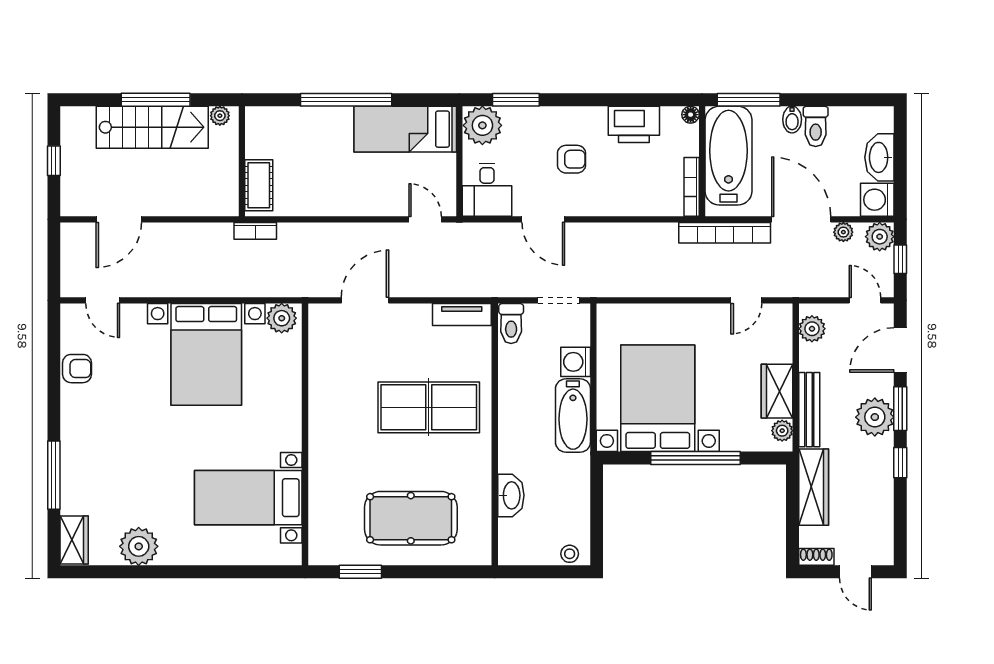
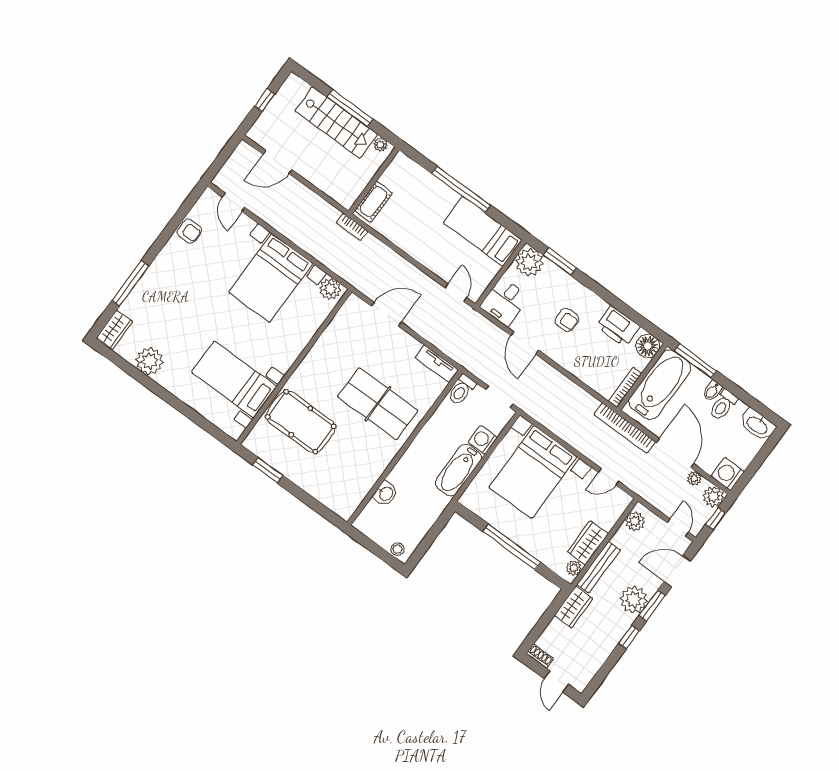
floor lamp: (691, 115) -> (648, 346), width x1.89, depth x1.89
washbasin: (879, 157) -> (757, 425), moved, turned -90
bed with nightstands: (658, 398) -> (533, 472), moved, turned 180
wardrobe: (814, 487) -> (574, 607), width x0.67
washbasin: (511, 495) -> (386, 494), width x0.72
pool table: (411, 518) -> (301, 422), moved

